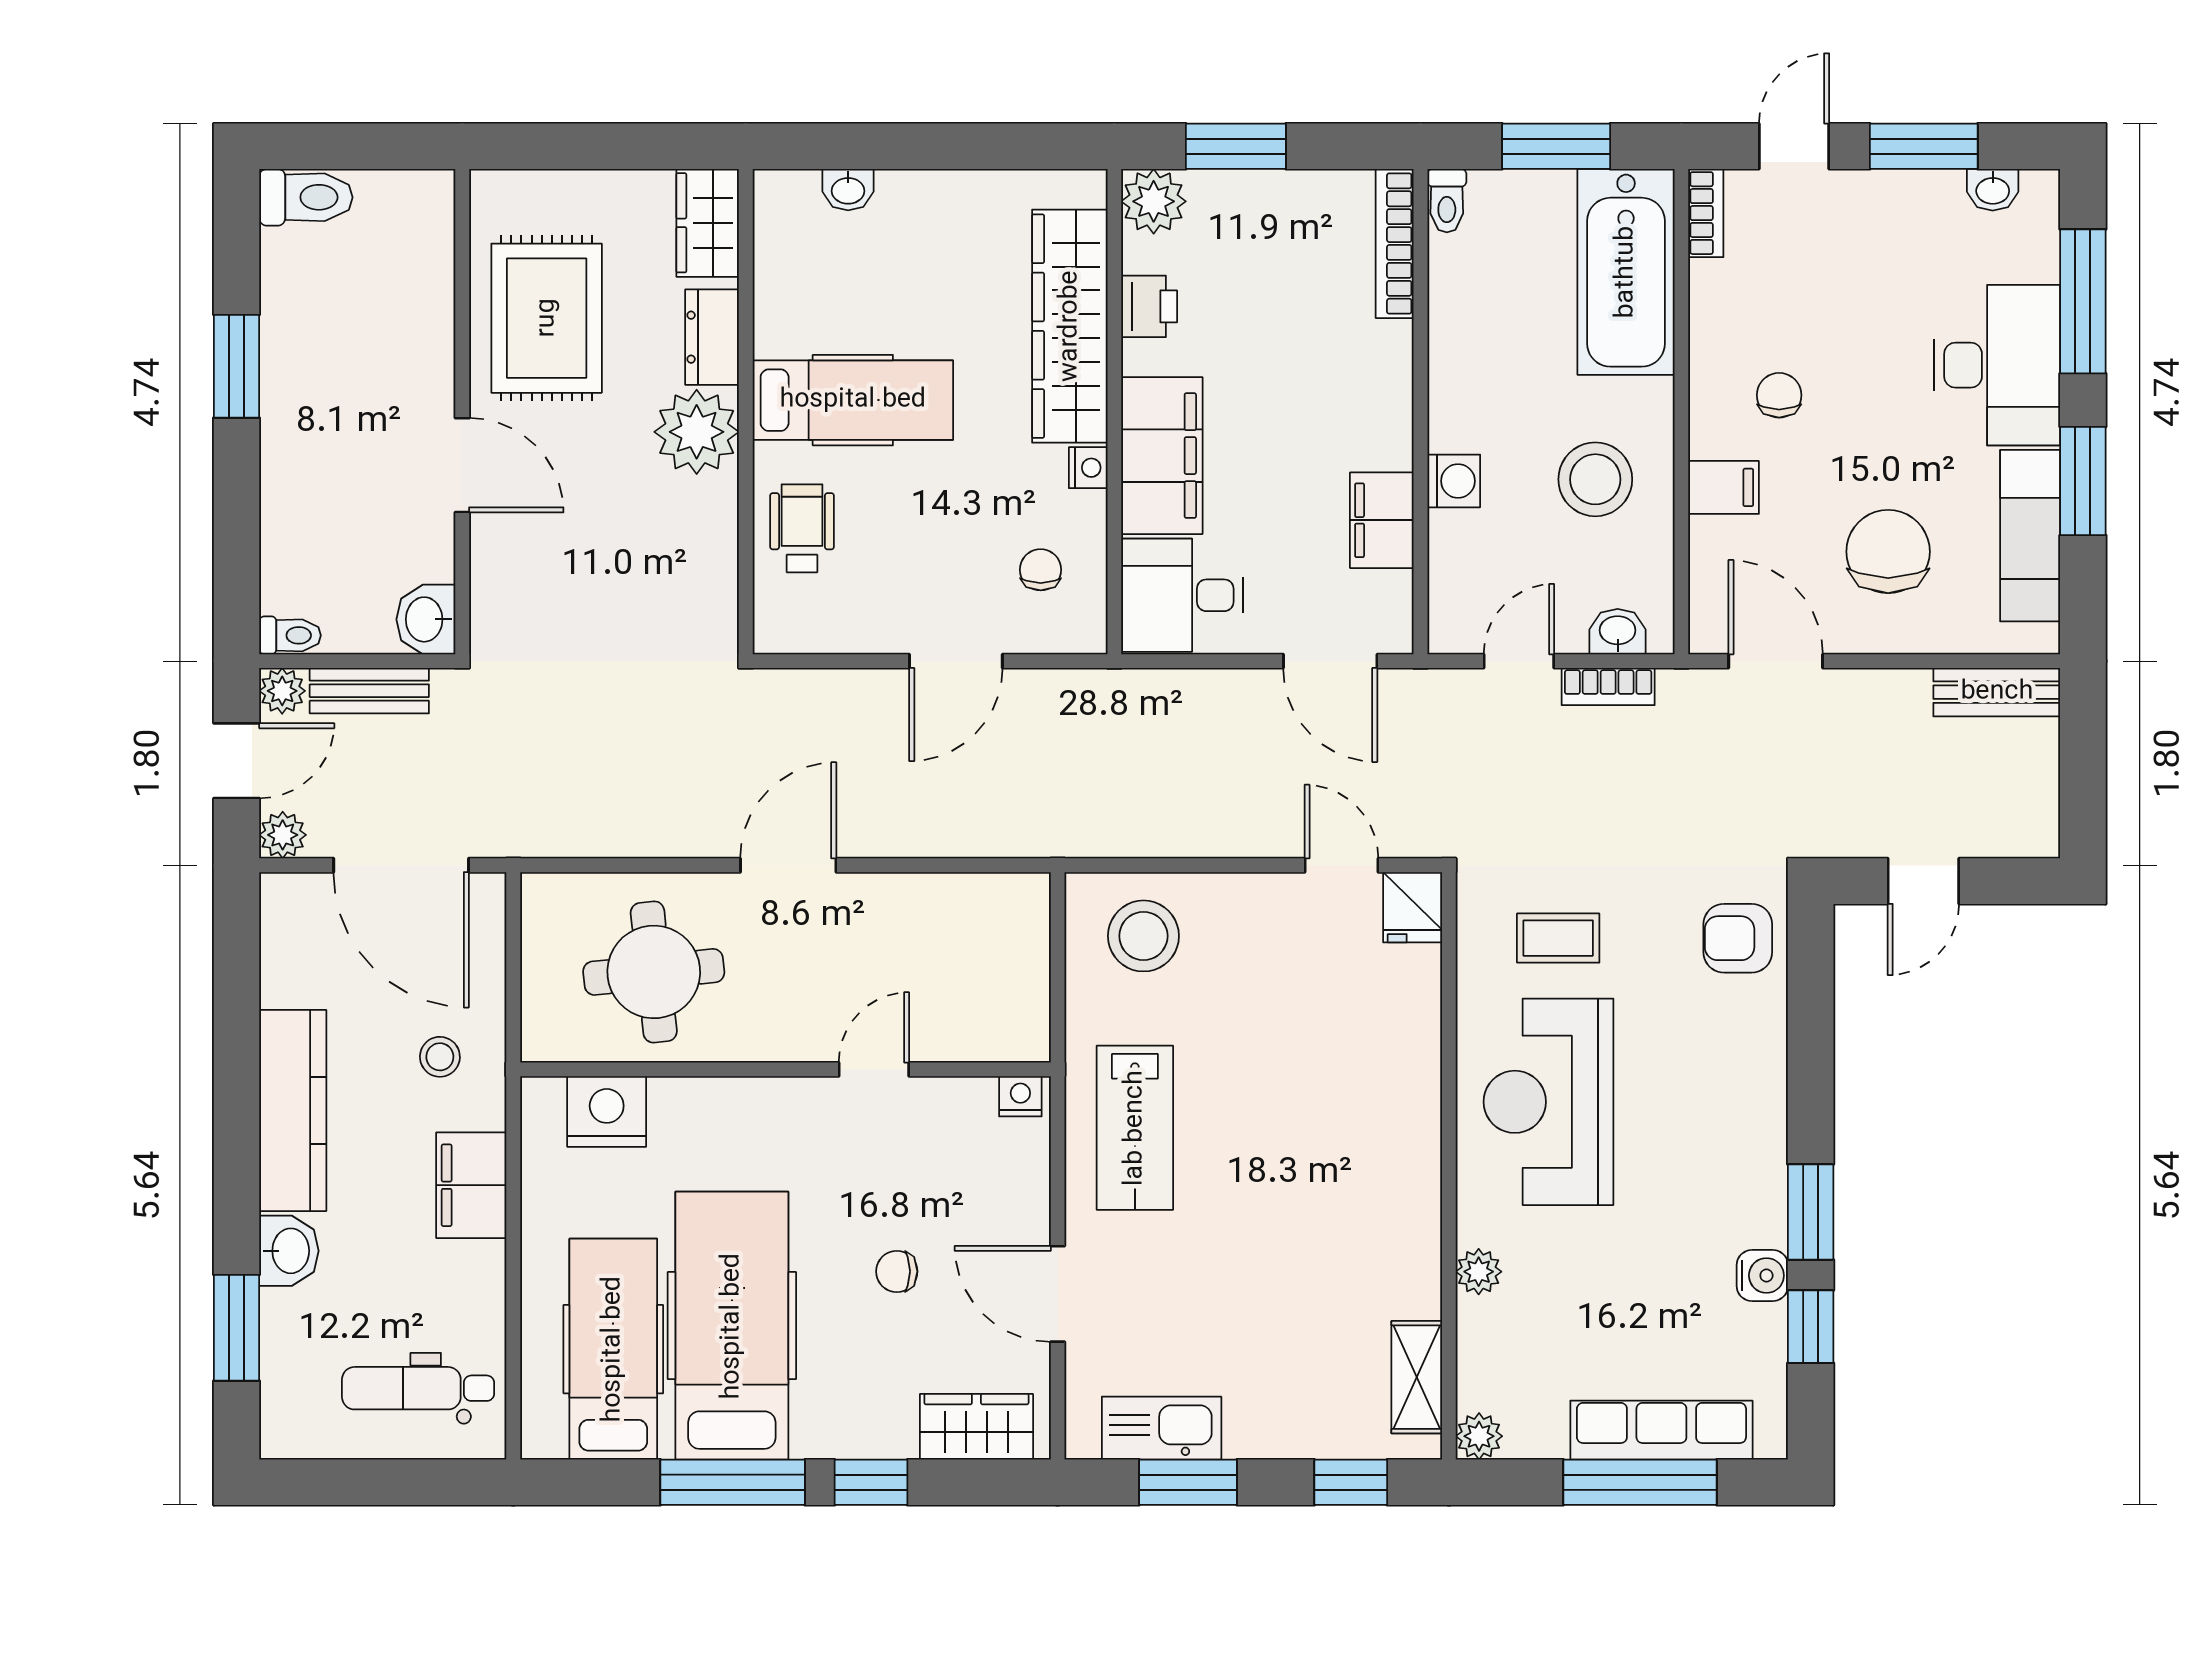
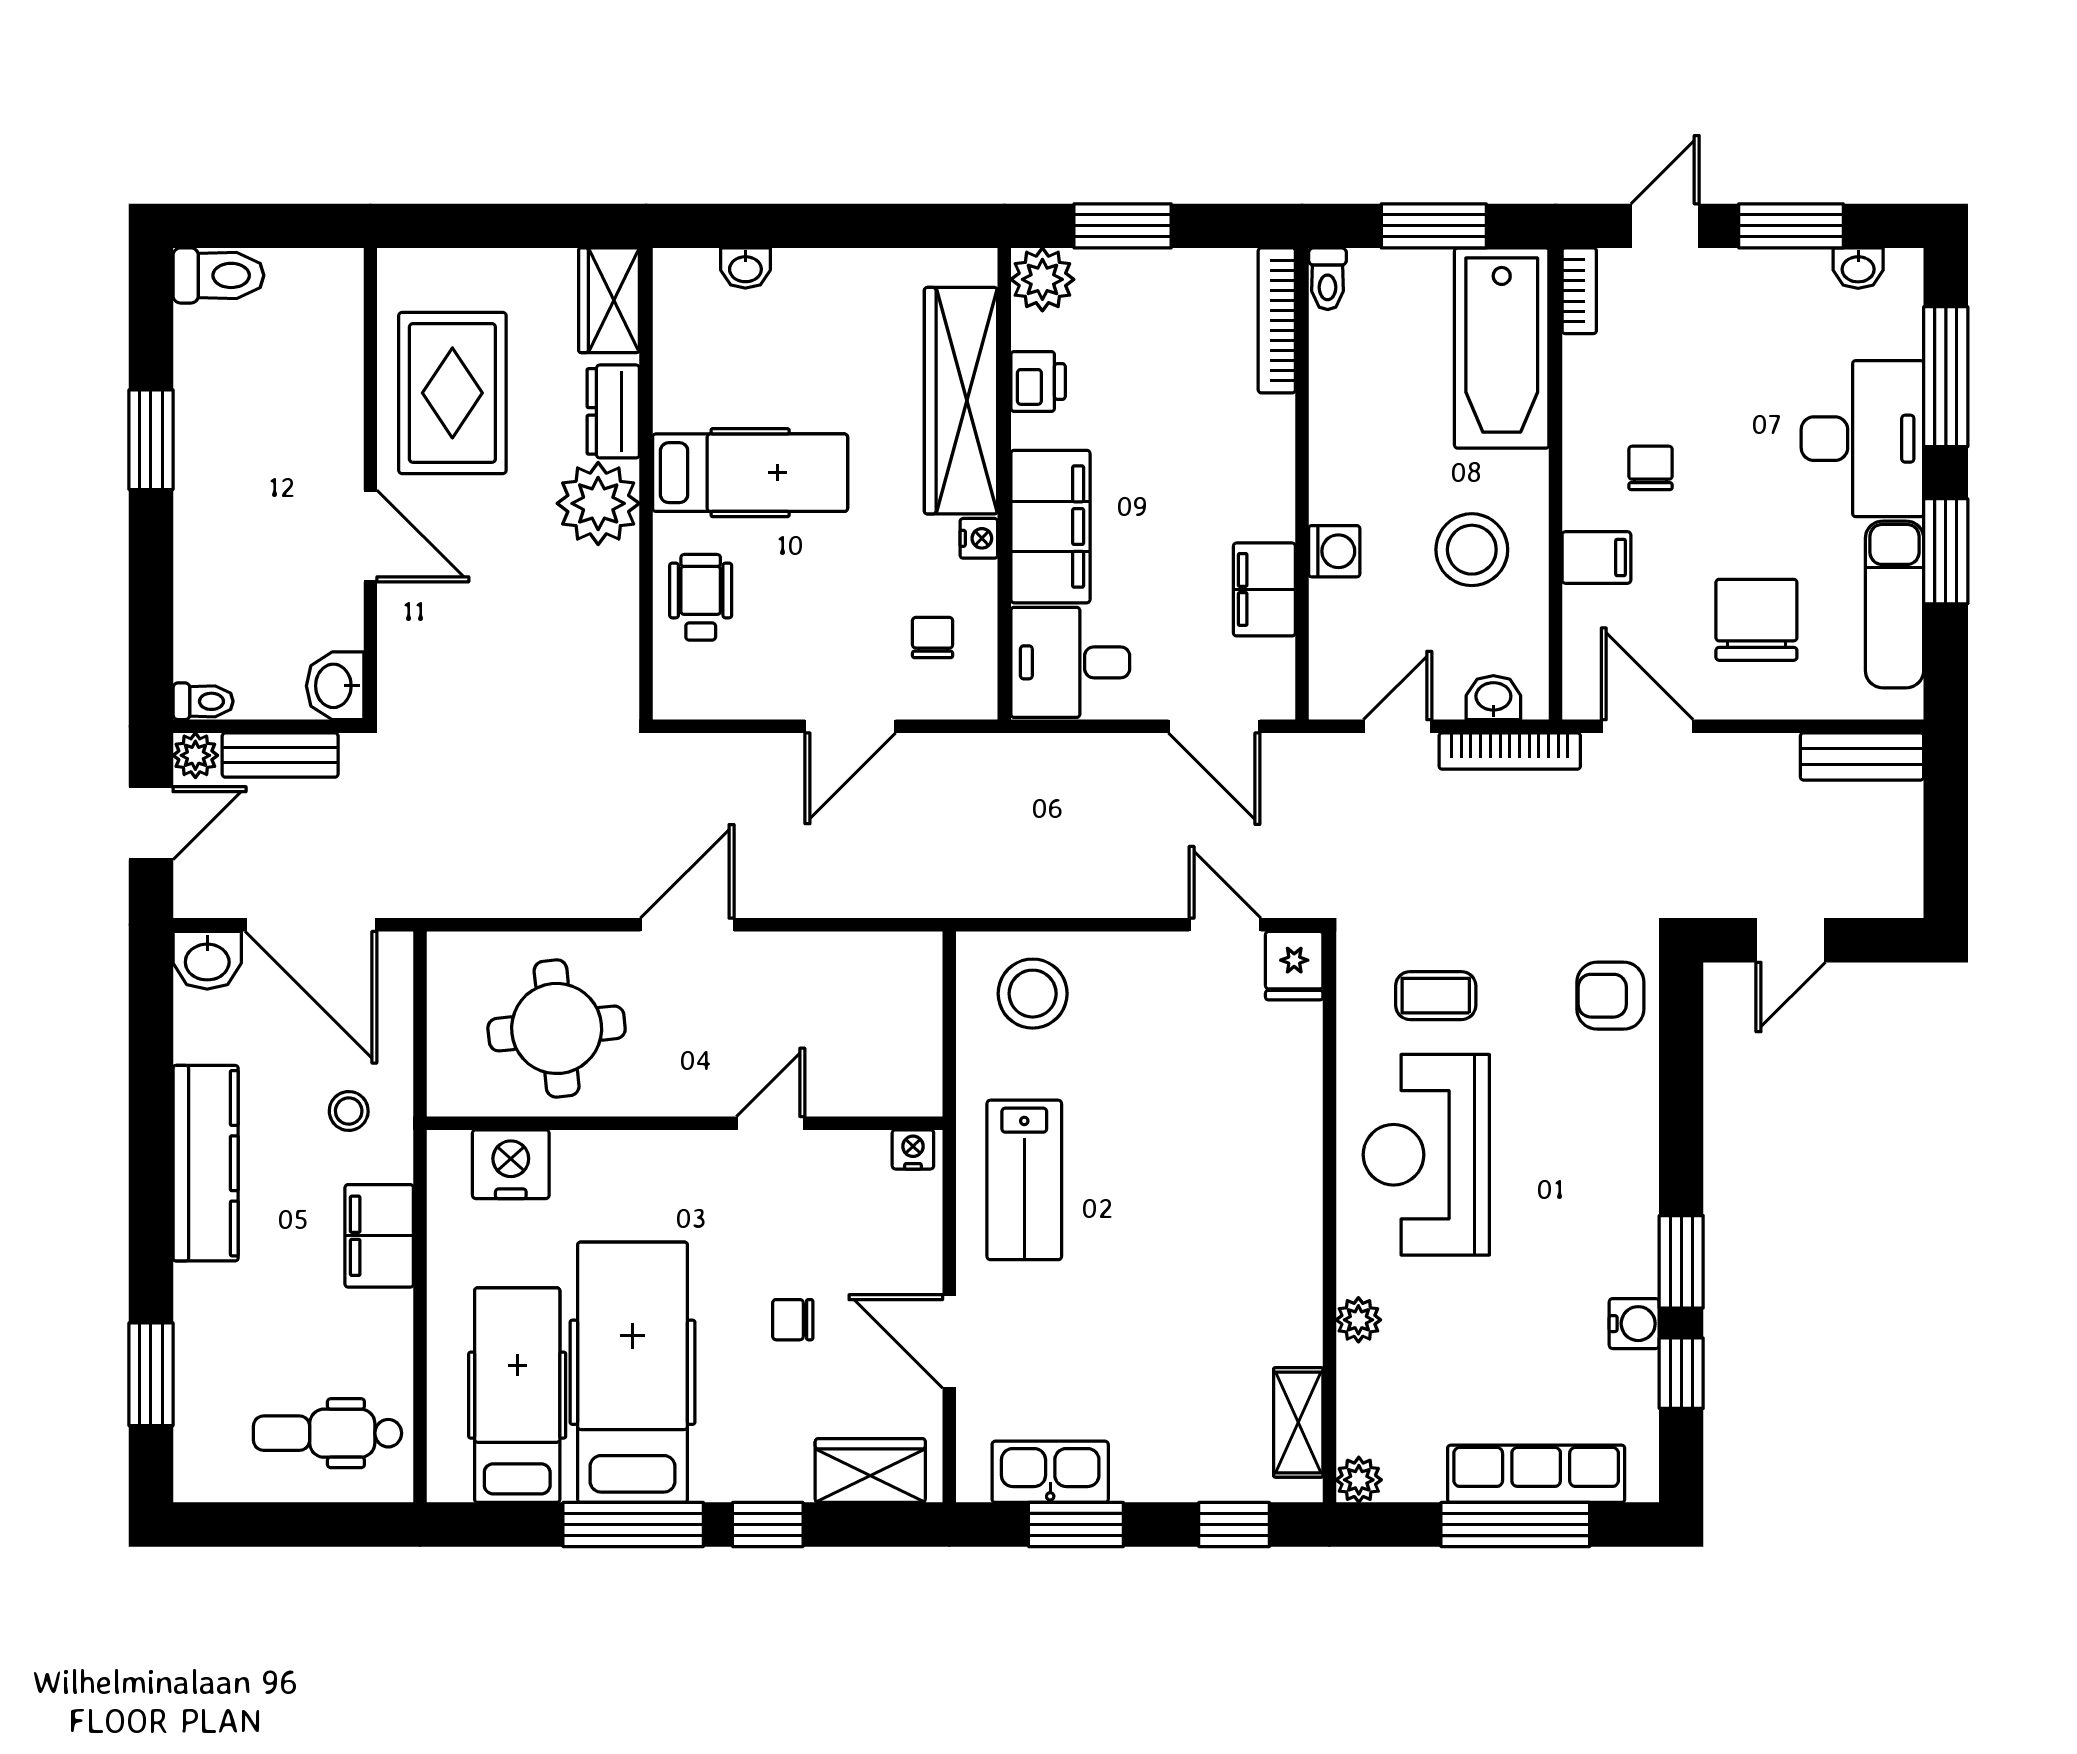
bookcase: (1608, 687) -> (1510, 751), width x1.56
plant: (283, 835) -> (196, 895), removed
washbasin: (289, 1251) -> (207, 960), moved, turned 90

